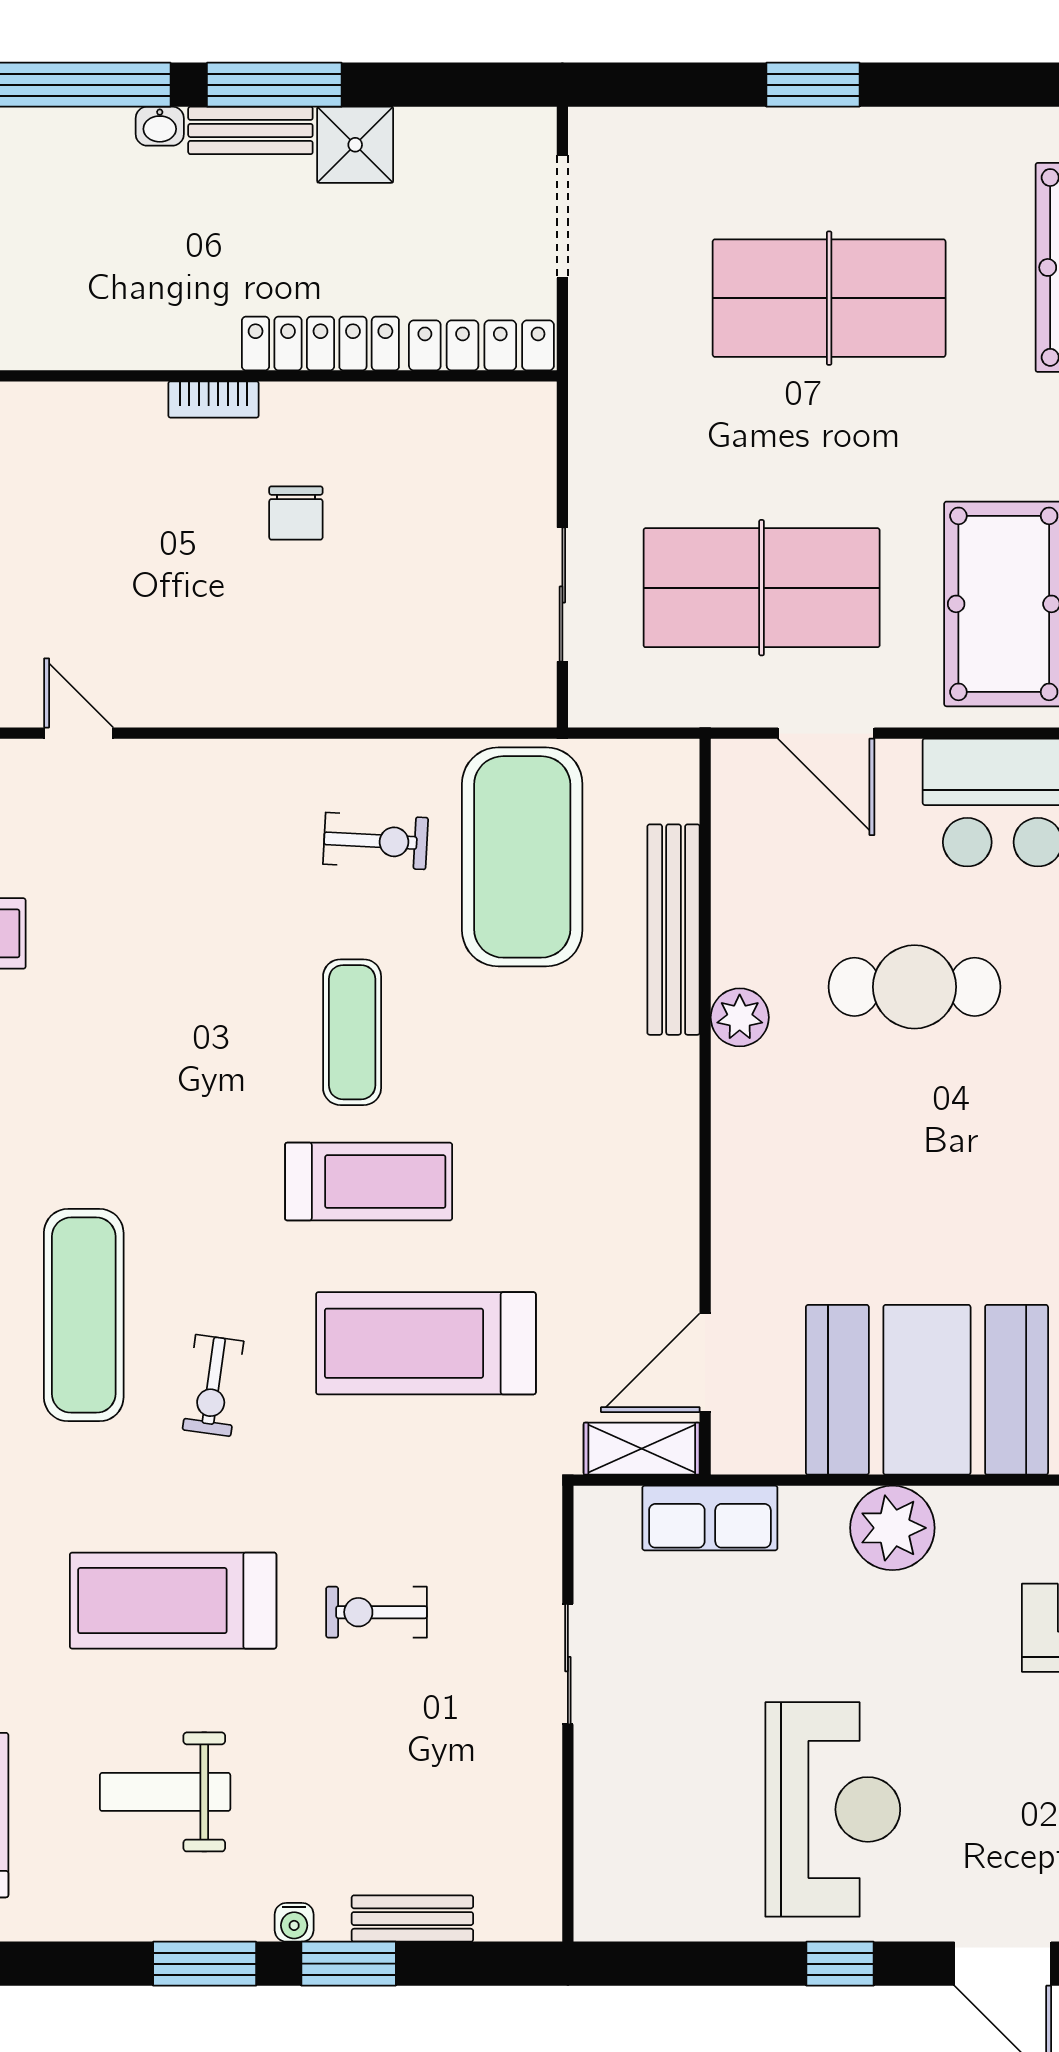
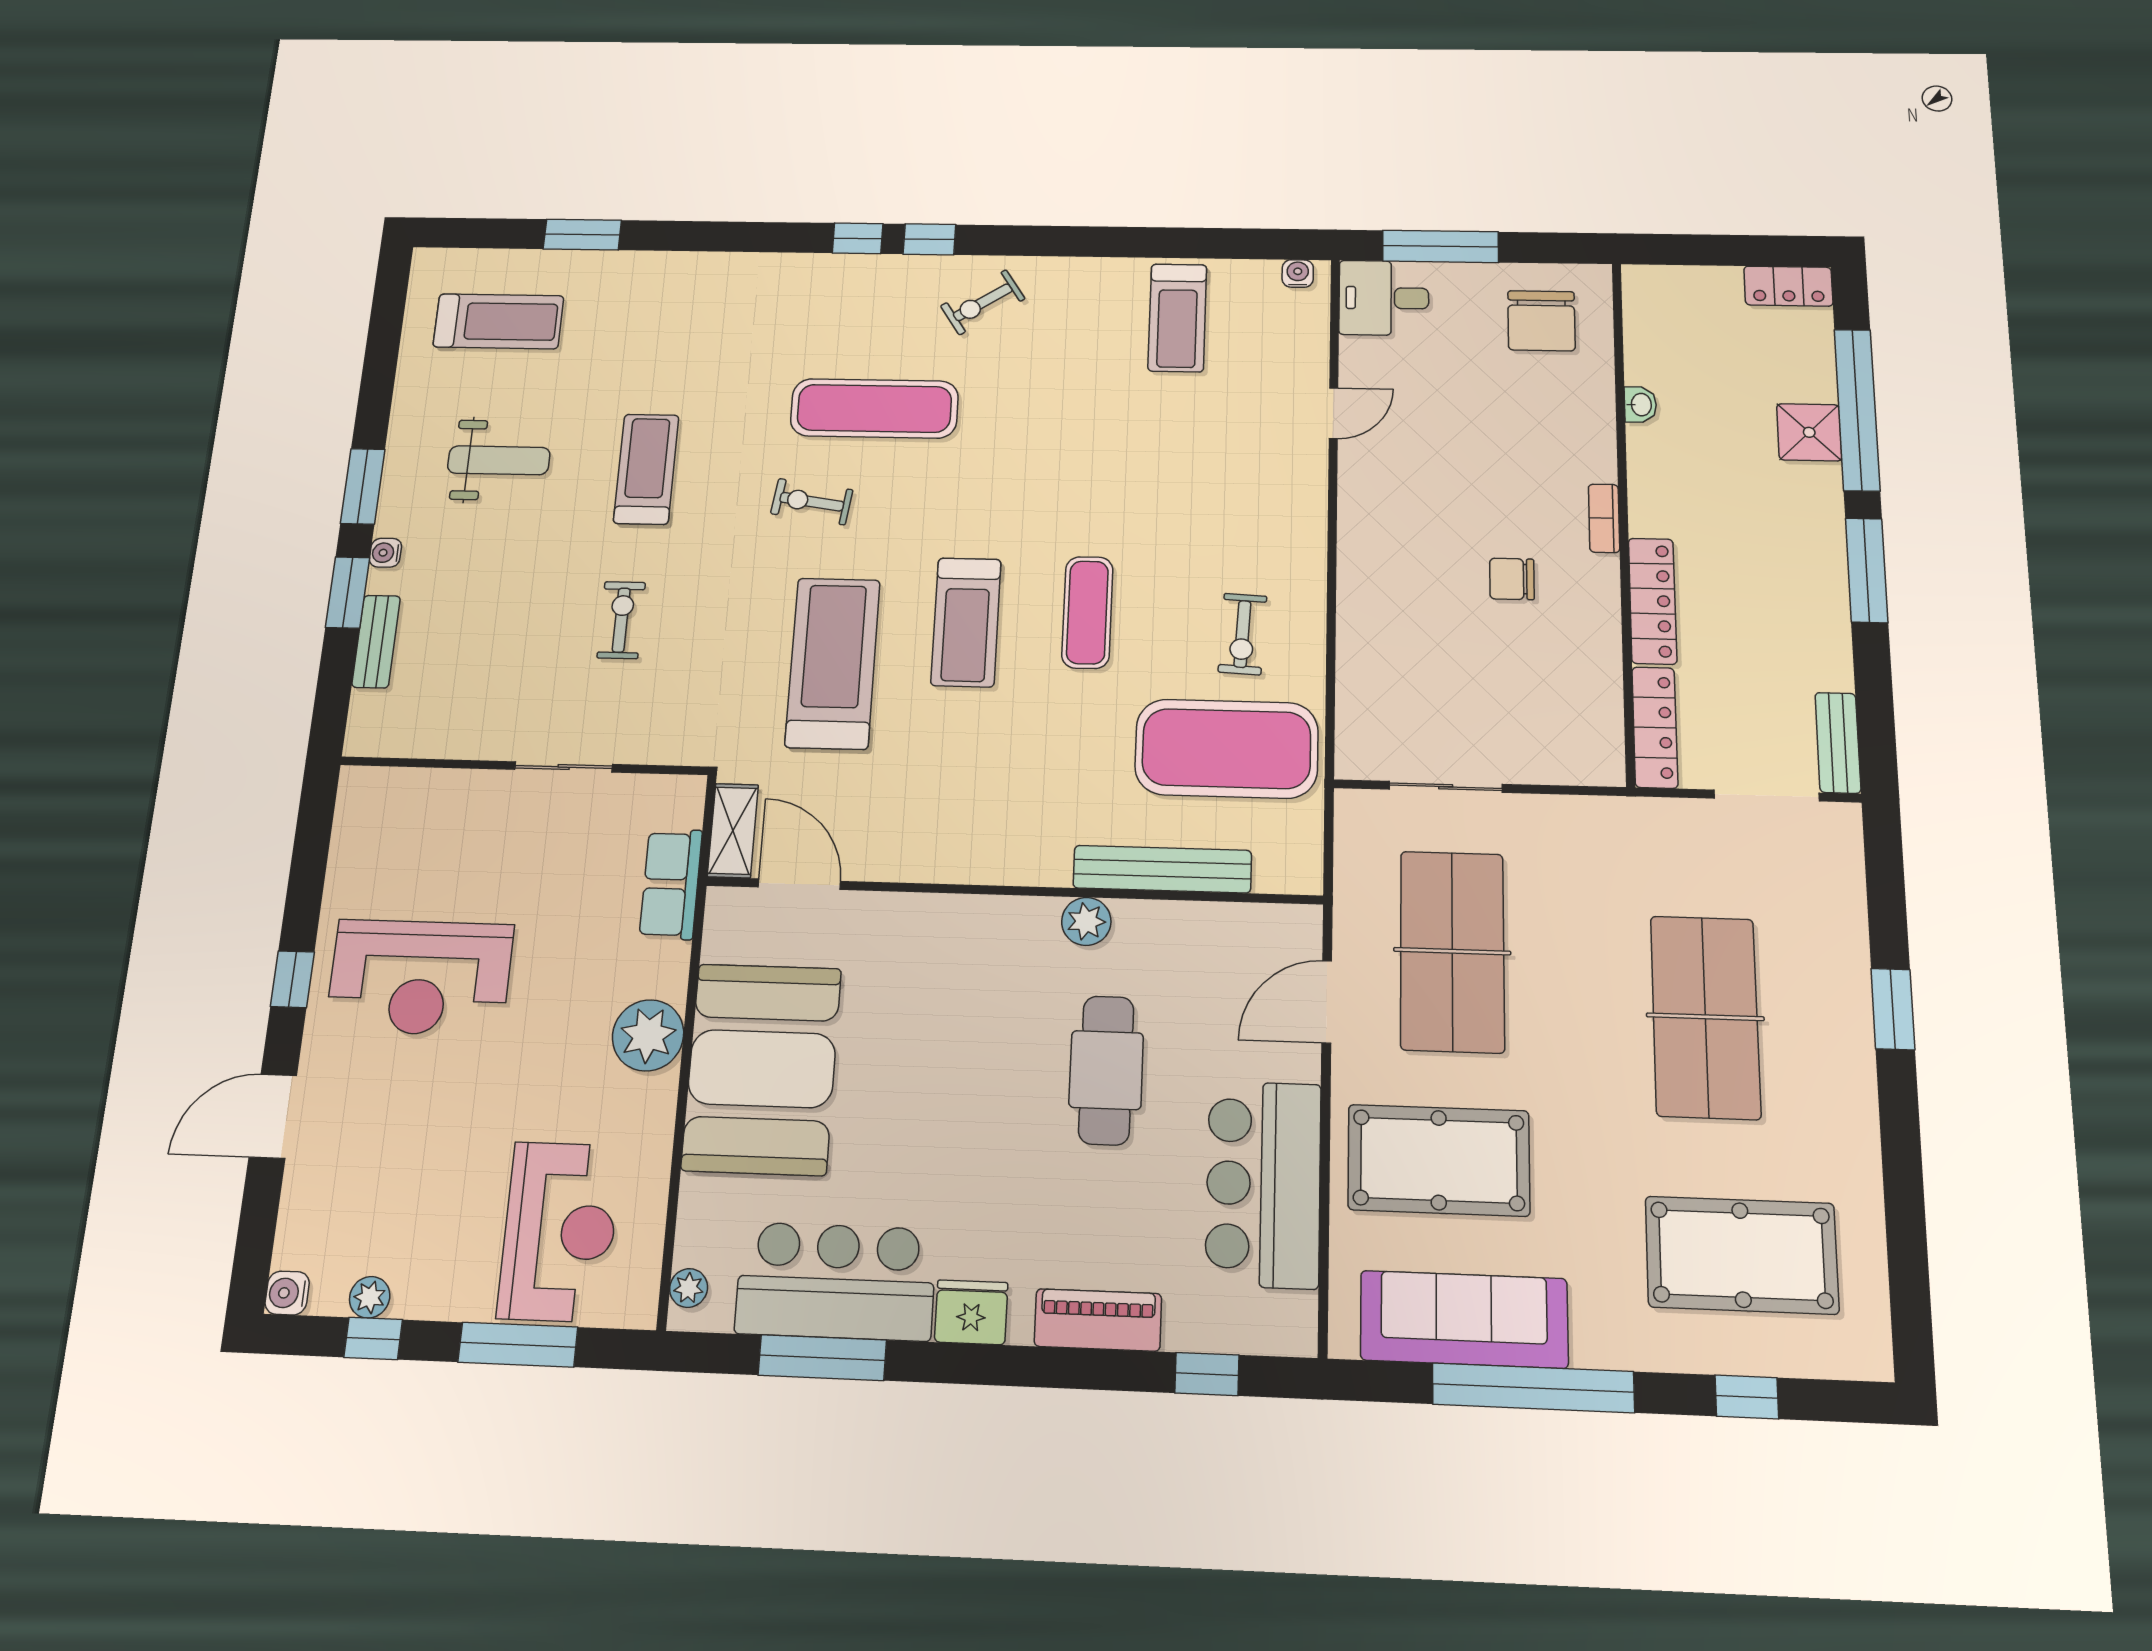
washbasin: (160, 126) -> (1640, 405), moved, turned 180
bench: (250, 130) -> (1838, 743), moved
shower: (355, 145) -> (1809, 432), moved
exercise mat: (352, 1032) -> (1087, 612), turned 90
treadmill: (173, 1601) -> (646, 469), width x0.73, depth x0.73
weight bench: (165, 1792) -> (499, 460), turned 90

